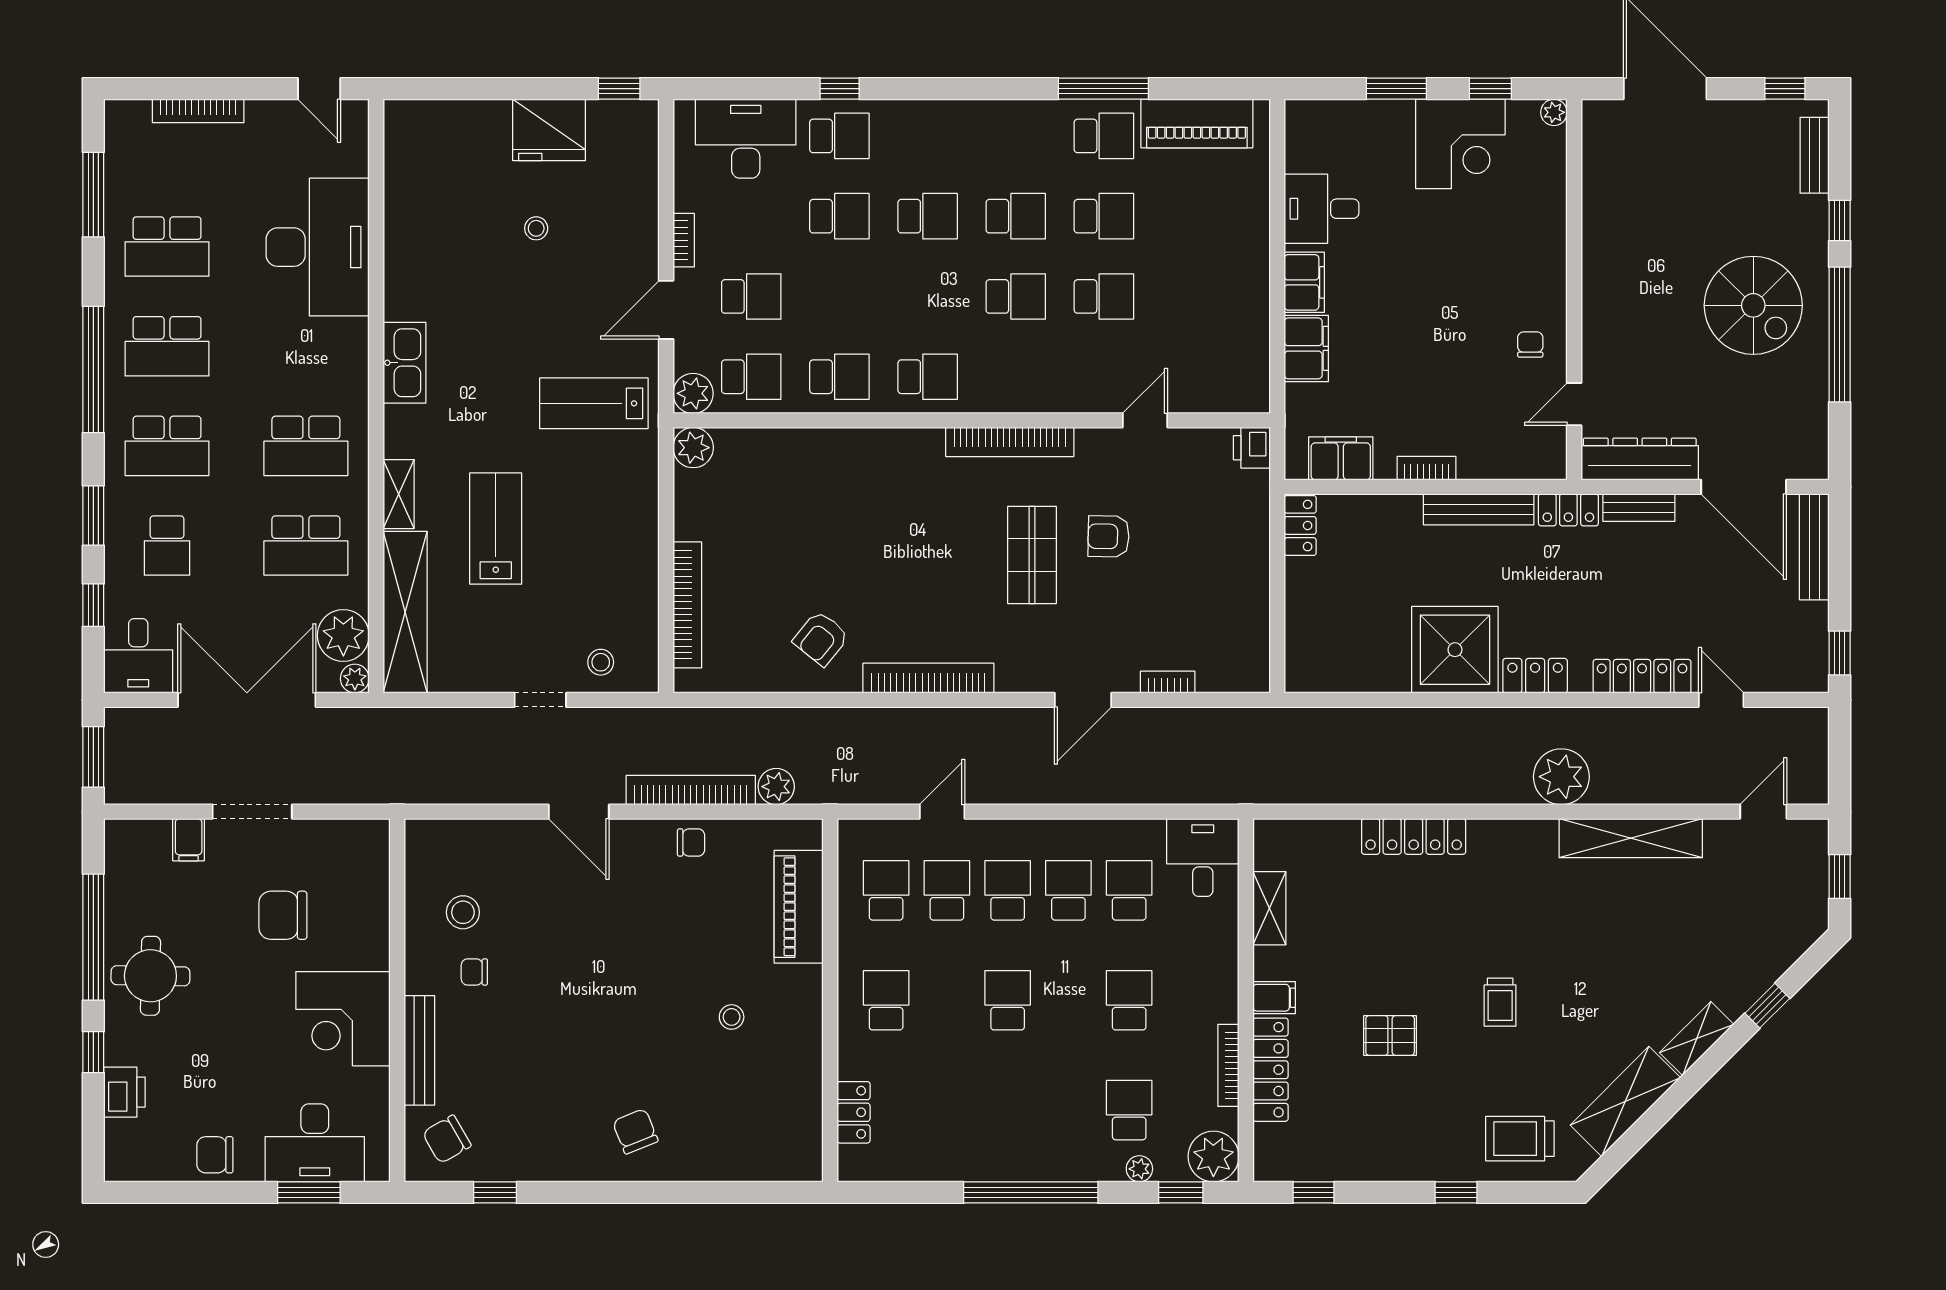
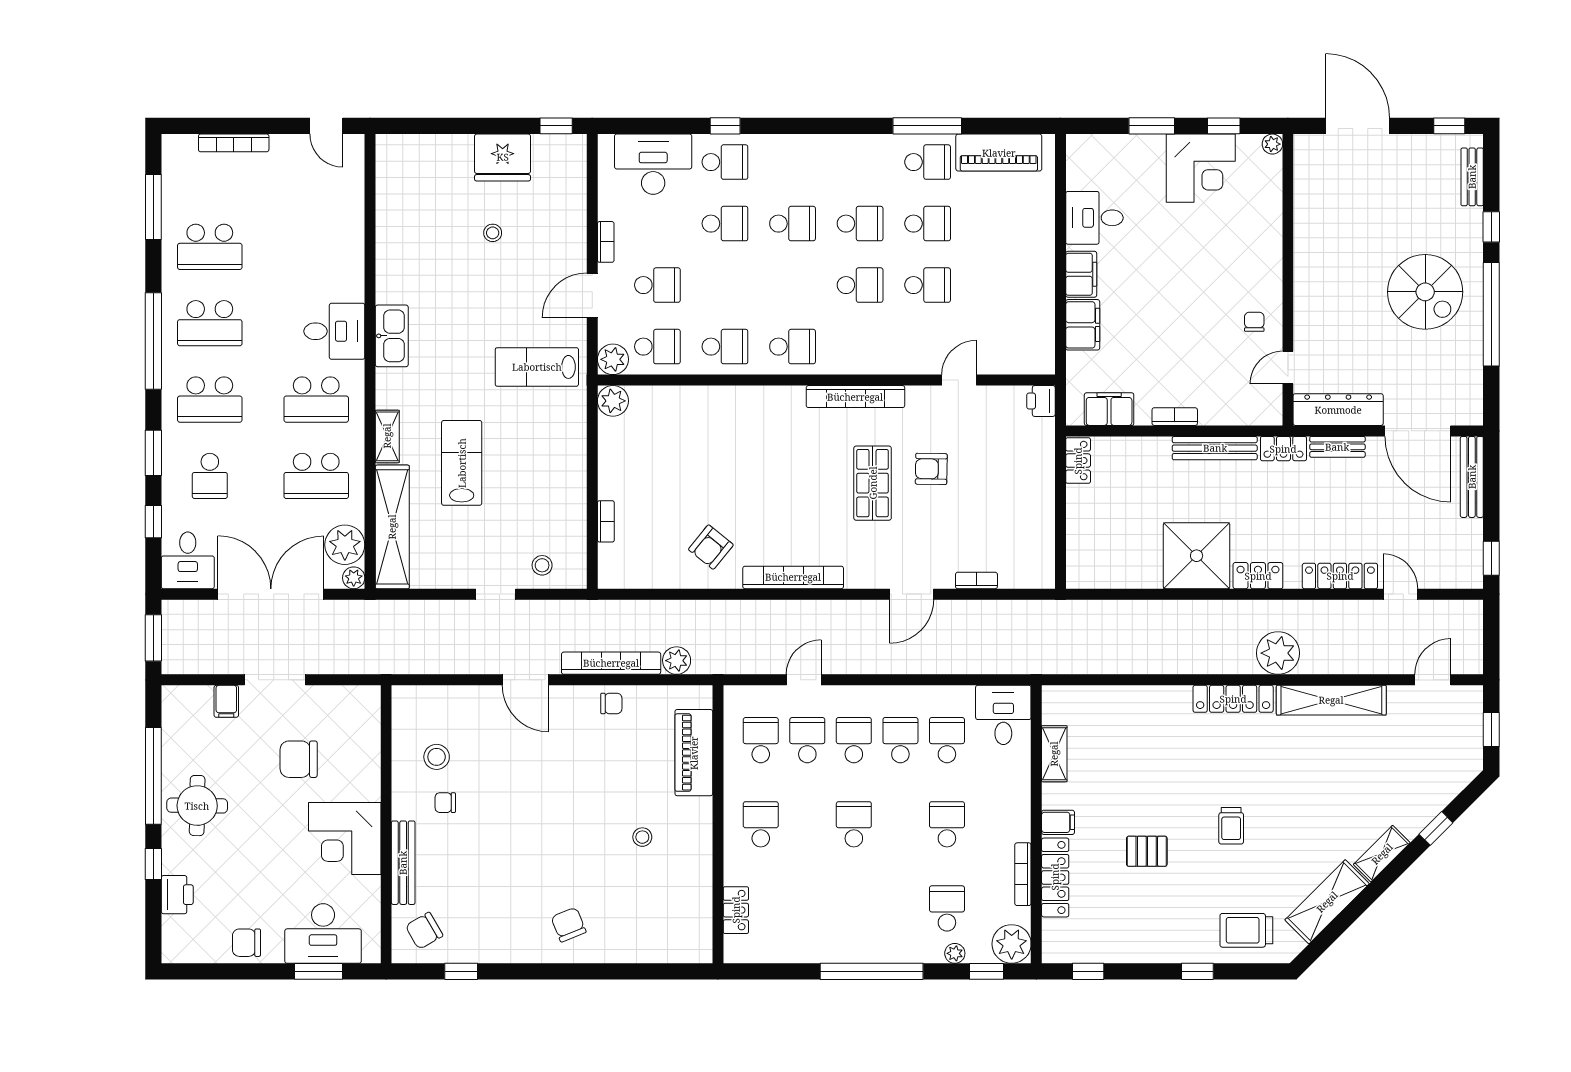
desk: (318, 247) -> (334, 331), moved, width x0.53, depth x0.77
bookcase: (687, 605) -> (606, 521), width x0.43, depth x0.76
locker: (1414, 836) -> (1233, 699), moved

